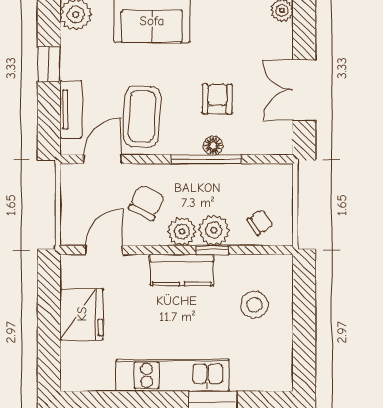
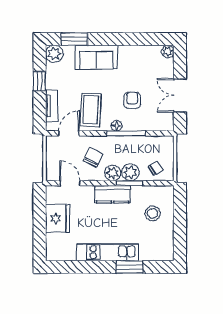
floor lamp: (213, 146) -> (117, 126), moved
door: (104, 250) -> (70, 183), hinge flipped
window: (212, 250) -> (129, 183), width x1.50

